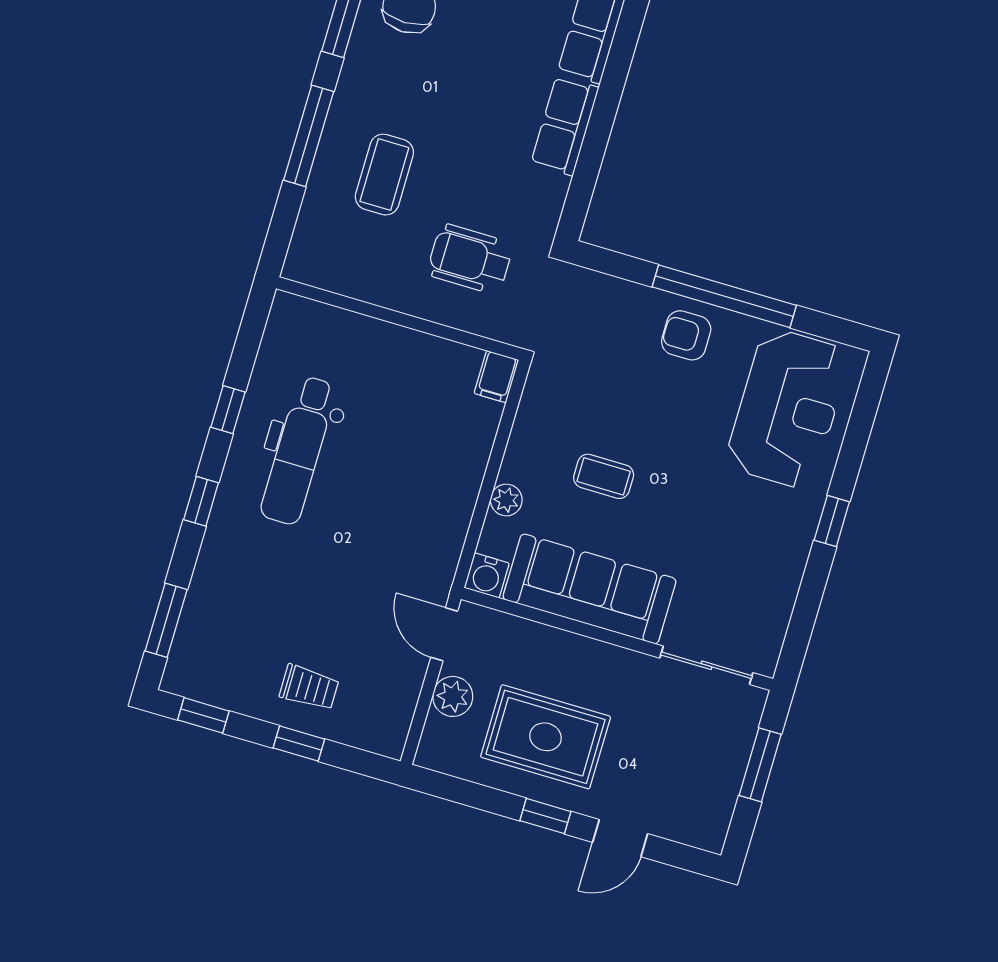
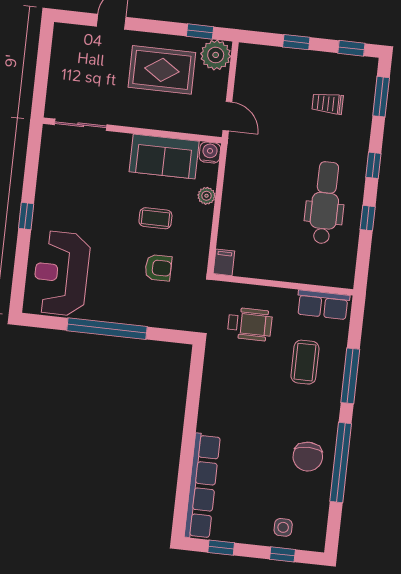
row of seats: (565, 126) -> (323, 305), moved, turned 90
armchair: (686, 335) -> (158, 268), moved
sofa: (589, 589) -> (164, 156), width x0.73
trolley: (309, 687) -> (328, 103), moved
plant: (453, 696) -> (216, 55), moved, width x1.36, depth x1.36
window: (760, 765) -> (42, 75), removed
window: (545, 816) -> (200, 32), moved

